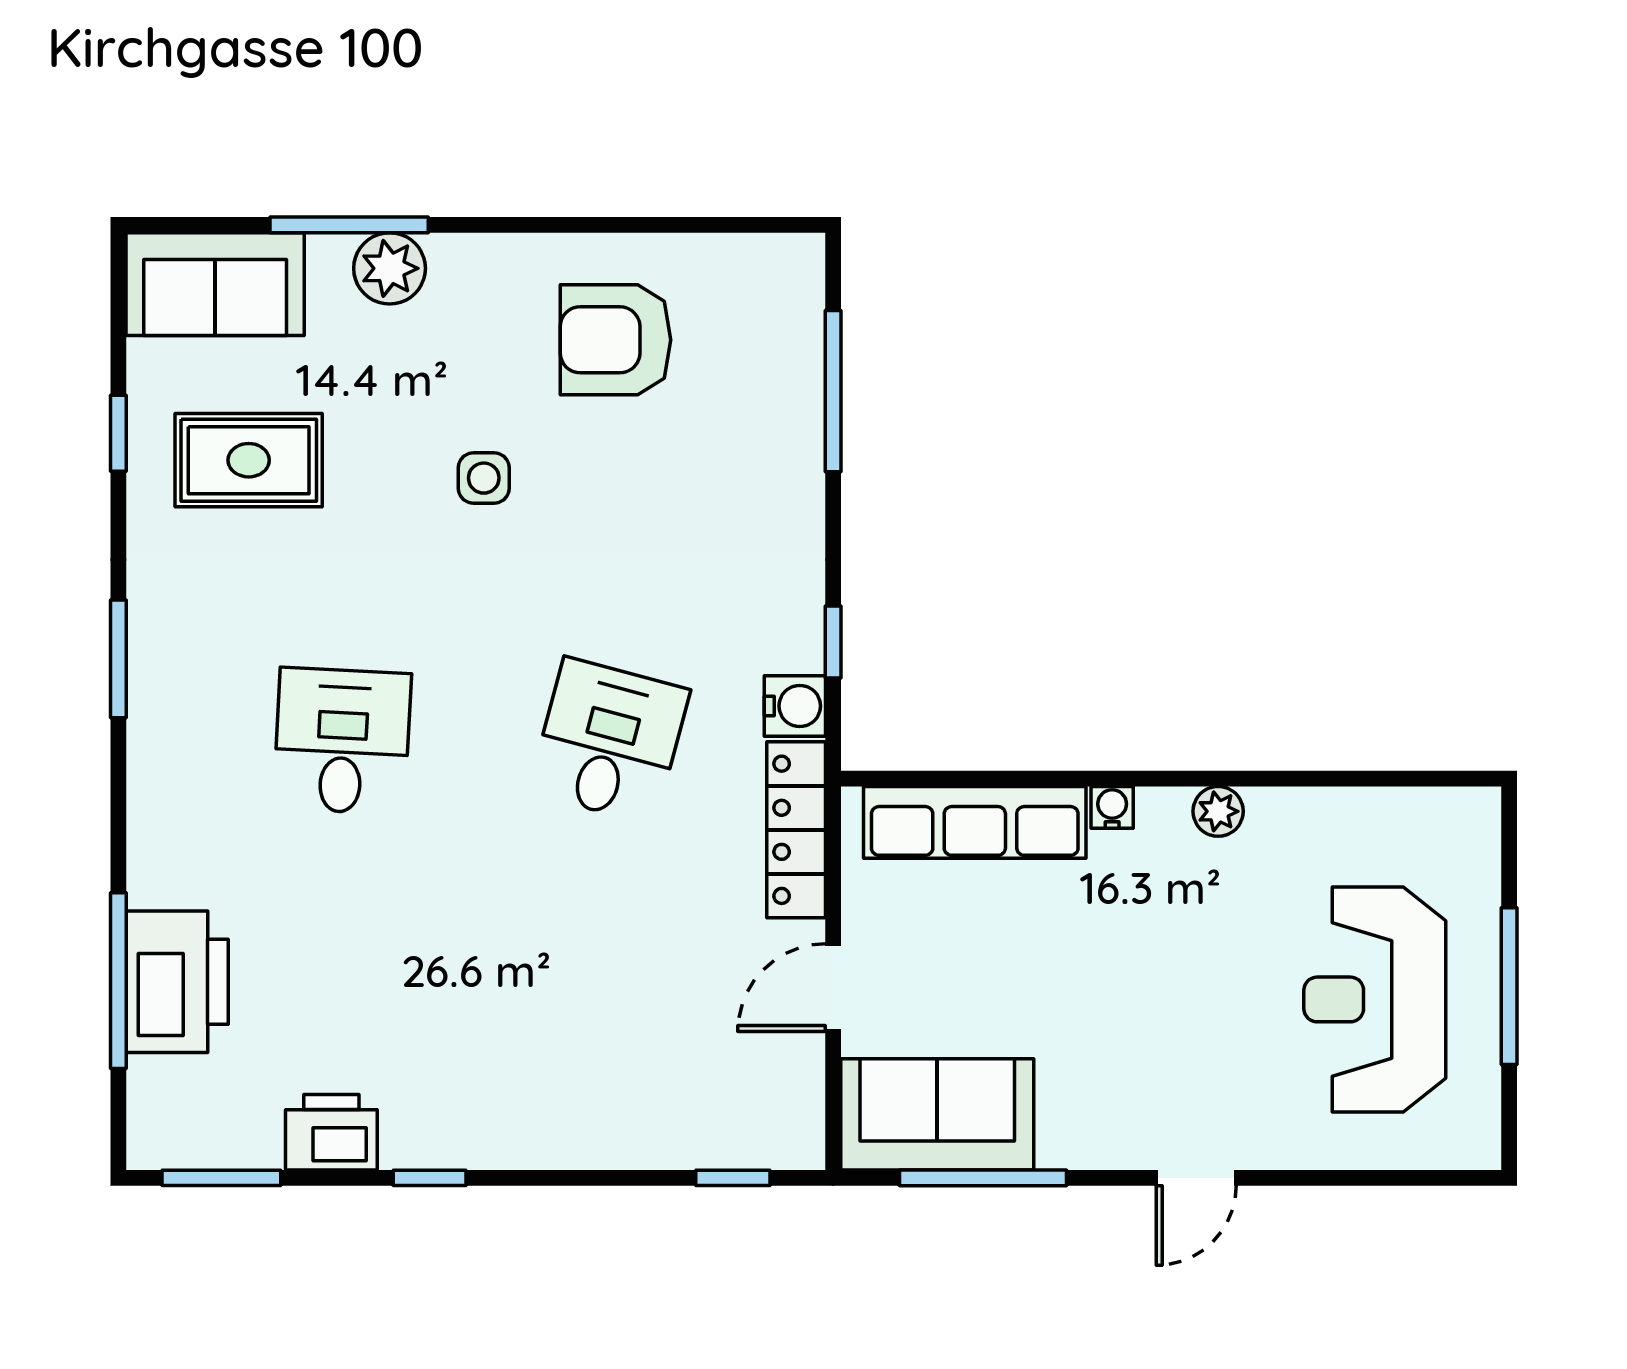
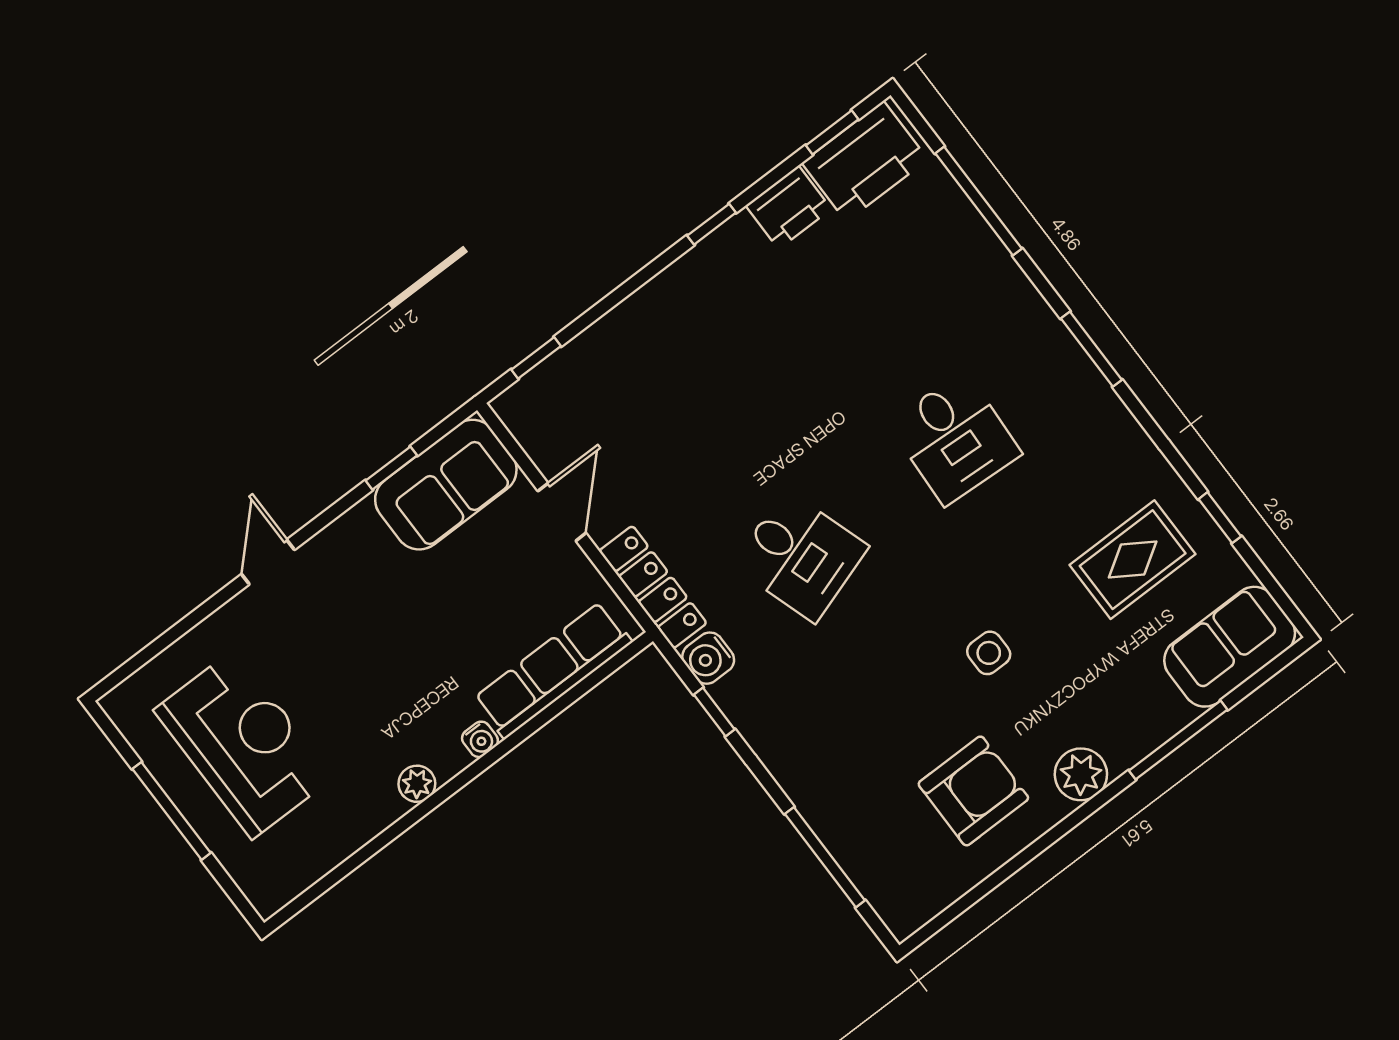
plant: (390, 268) -> (1081, 774), moved
window: (118, 659) -> (1091, 349), moved
desk: (609, 741) -> (800, 556), turned -33
printer: (177, 982) -> (865, 161), moved, turned -90
window: (221, 1178) -> (832, 132), width x0.67
window: (983, 1178) -> (391, 468), width x0.46

